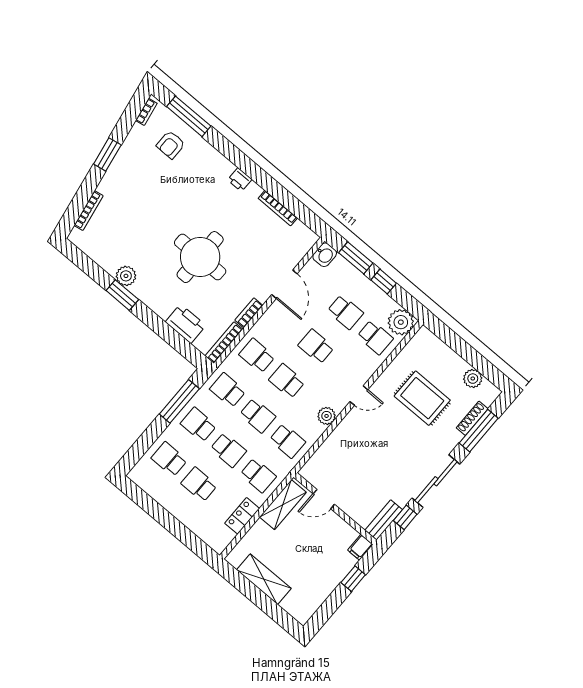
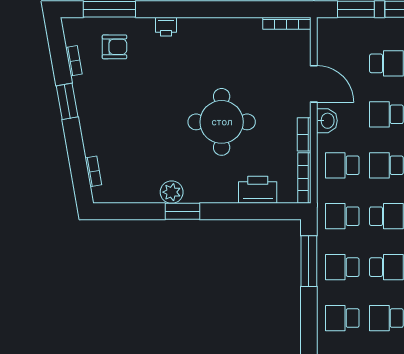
bookcase: (146, 112) -> (74, 61), moved
armchair: (171, 145) -> (114, 47), turned -90
printer: (240, 180) -> (166, 27), moved
bookcase: (278, 208) -> (287, 23), moved
bookcase: (89, 211) -> (93, 171), width x0.64
washbasin: (325, 255) -> (327, 121), moved

